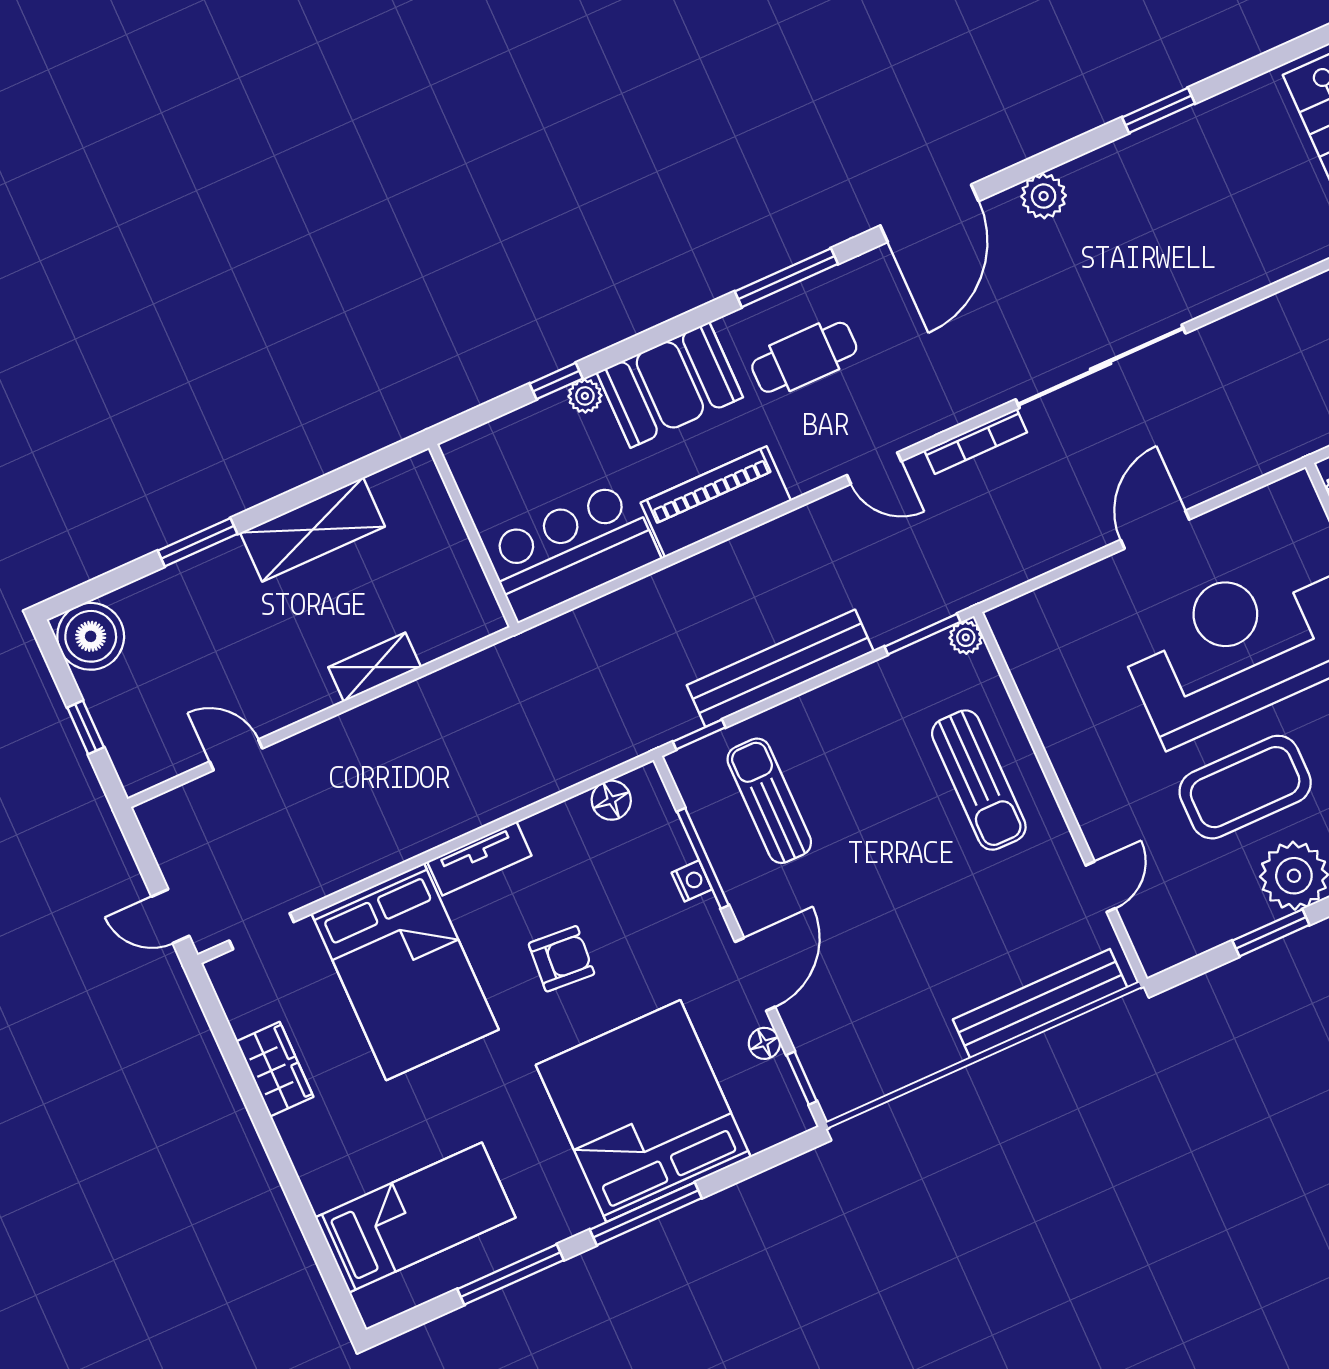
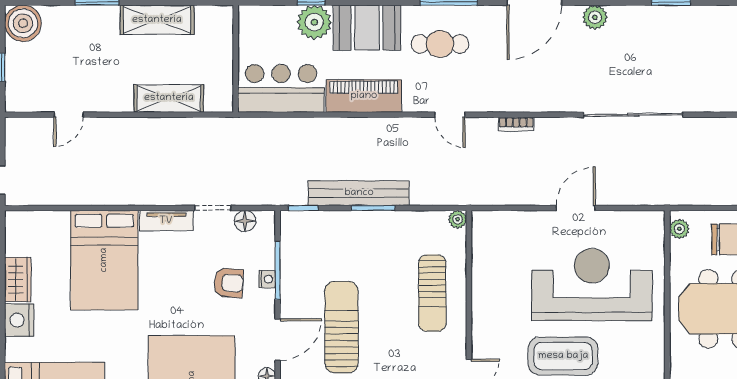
sliding door: (1101, 366) -> (633, 115), moved
plant: (585, 396) -> (314, 22), width x1.88, depth x1.88
bookcase: (976, 441) -> (516, 124), width x0.64
window: (923, 634) -> (373, 208), moved
shelving: (375, 667) -> (169, 98), width x1.50, depth x1.33
door: (236, 755) -> (69, 115), swing flipped
sun lounger: (769, 801) -> (341, 327), moved, width x1.36, depth x1.34
doorway: (261, 931) -> (213, 208), moved
armchair: (561, 959) -> (229, 283), moved
nightstand: (308, 1136) -> (19, 320), added

